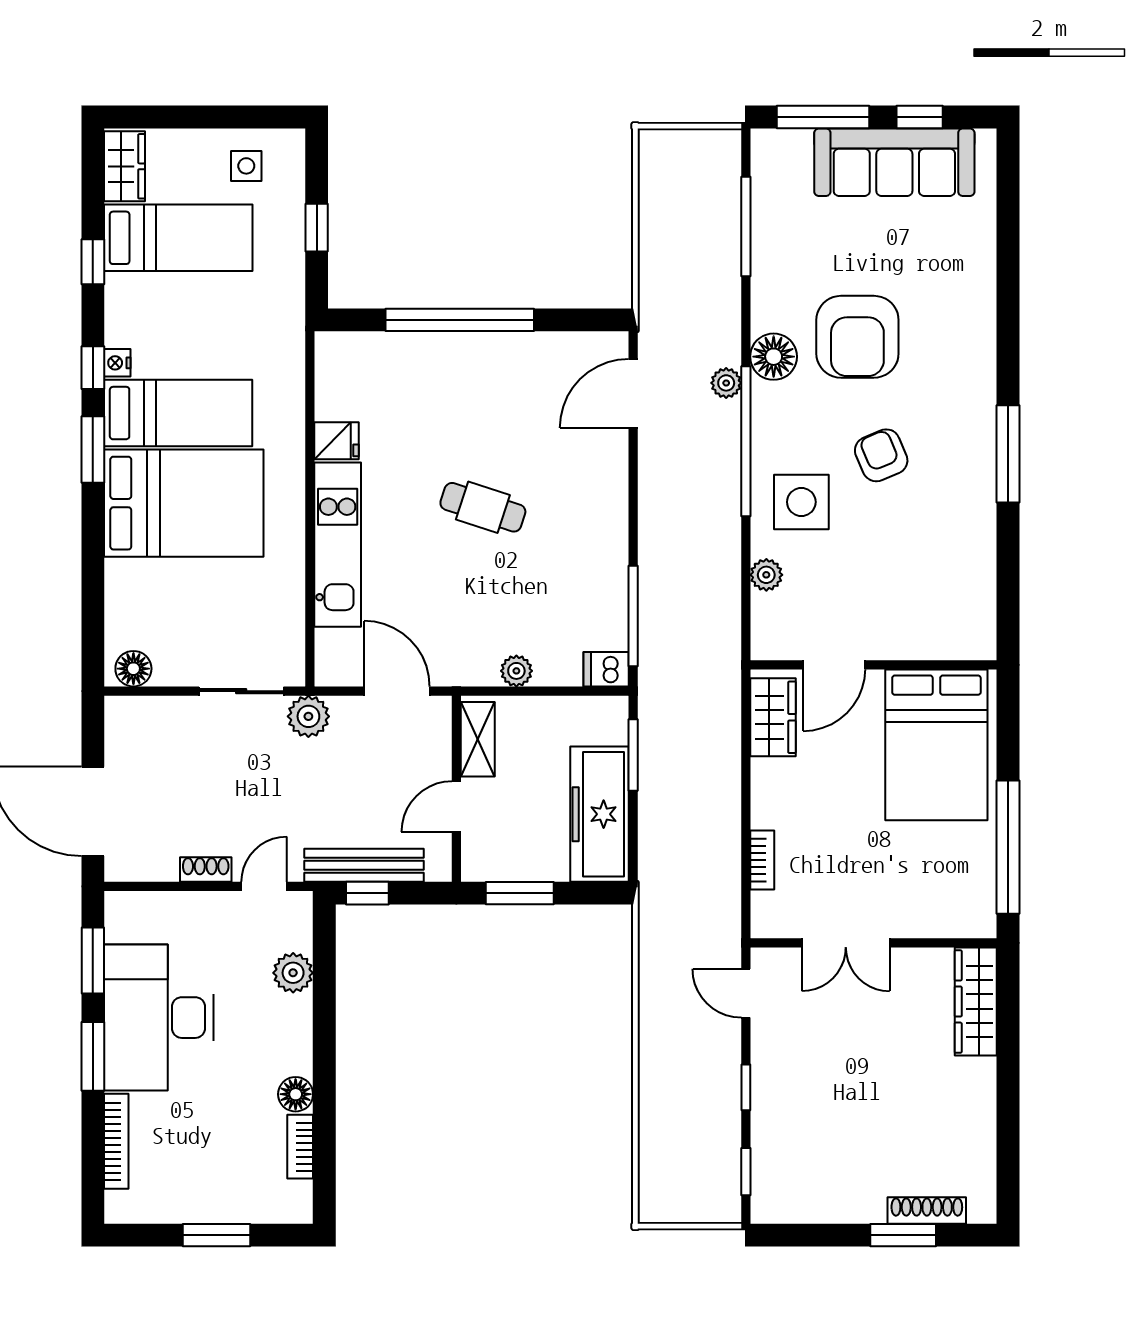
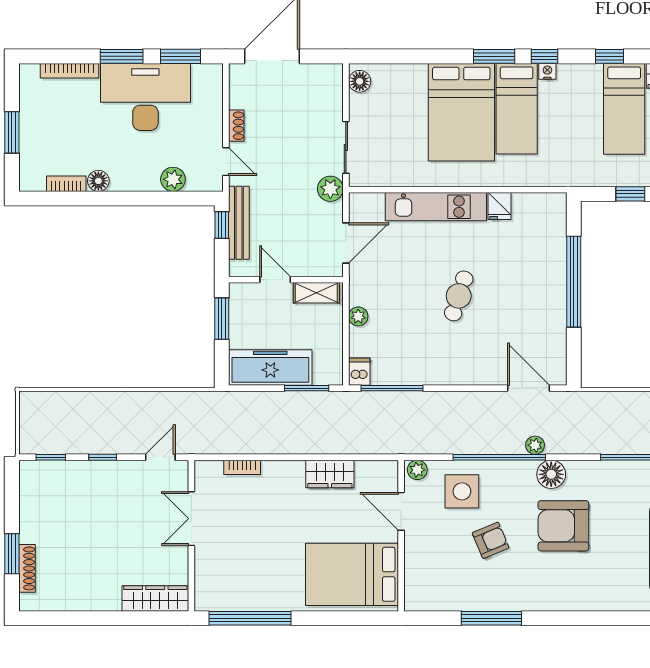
door: (834, 665) -> (401, 511), moved
wall: (874, 665) -> (401, 536), moved
bed: (936, 745) -> (352, 574), moved

